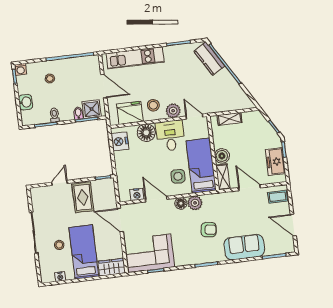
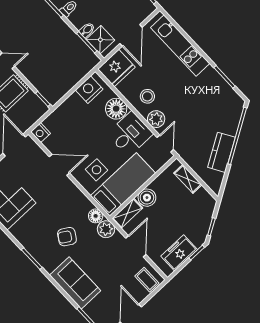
kitchen counter: (209, 59) -> (221, 152), moved
fridge: (130, 113) -> (116, 68), moved, turned 90
nightstand: (137, 194) -> (41, 133), moved
door: (156, 199) -> (59, 165), hinge flipped
floor lamp: (181, 203) -> (96, 216), moved
plant: (195, 203) -> (106, 229), moved
armchair: (209, 230) -> (67, 237), turned 115

